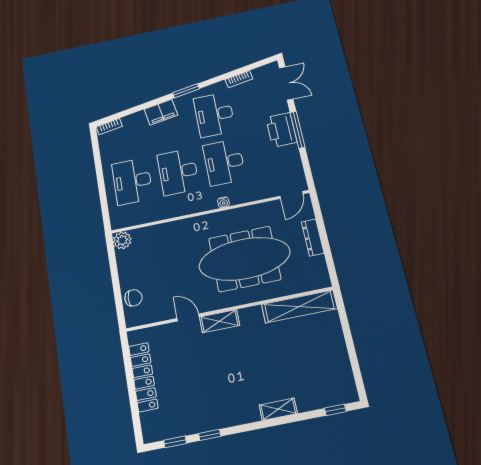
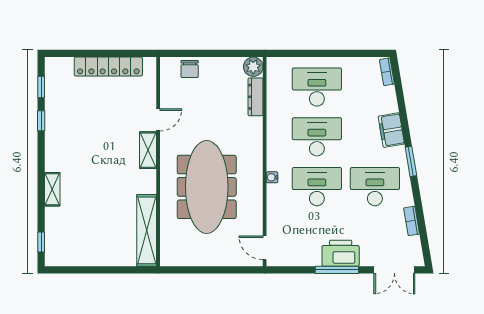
dresser: (313, 237) -> (256, 97), moved, turned -90

